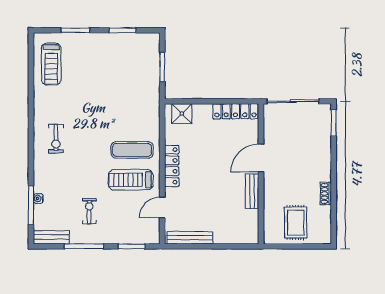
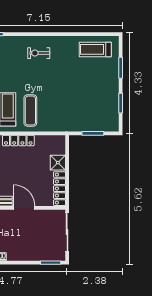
shower: (182, 114) -> (58, 163), moved

